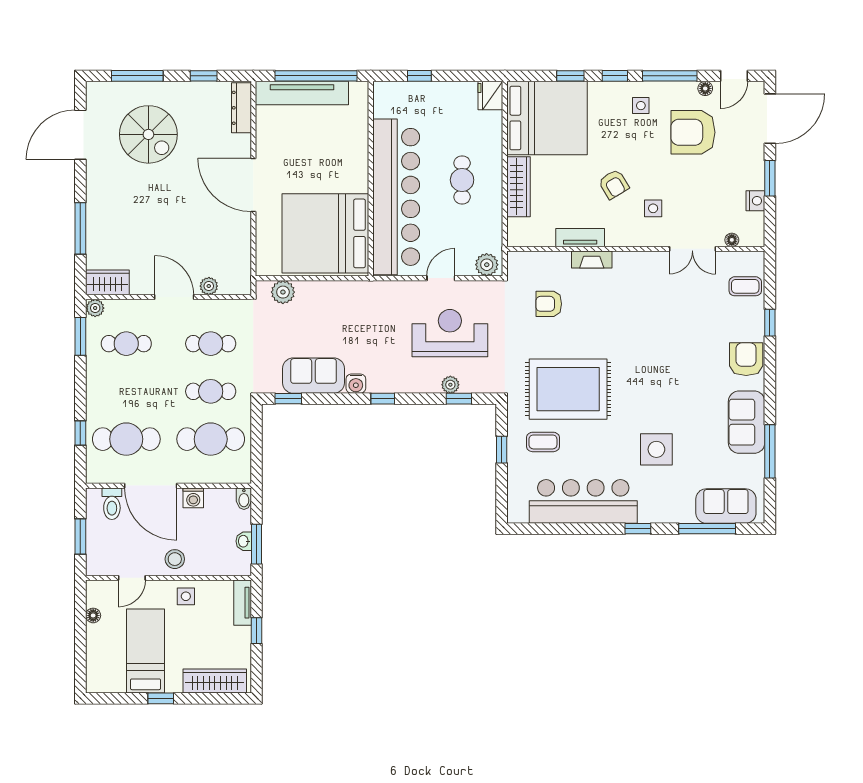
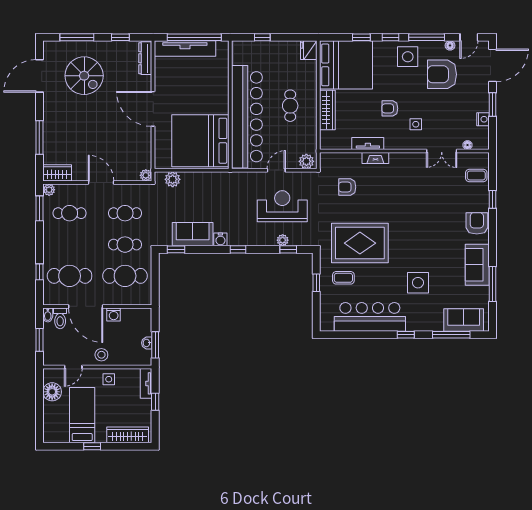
side table: (641, 106) -> (408, 57), width x1.87, depth x1.87
armchair: (614, 184) -> (390, 108), turned 121
plant: (209, 286) -> (146, 175), moved
bidet: (244, 499) -> (48, 315), moved
floor lamp: (93, 615) -> (52, 392), width x1.89, depth x1.89

